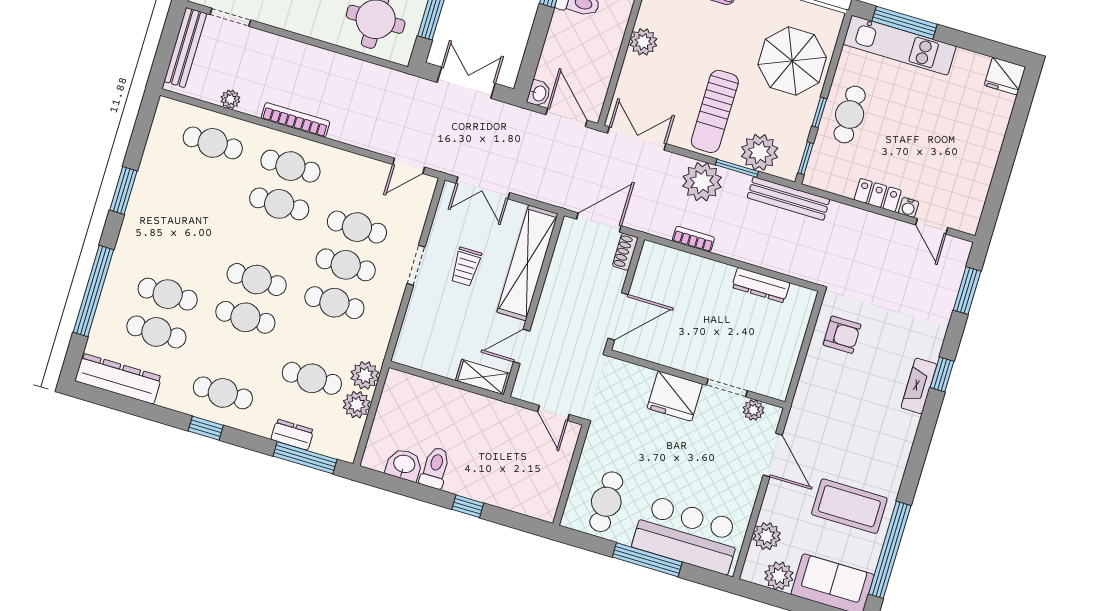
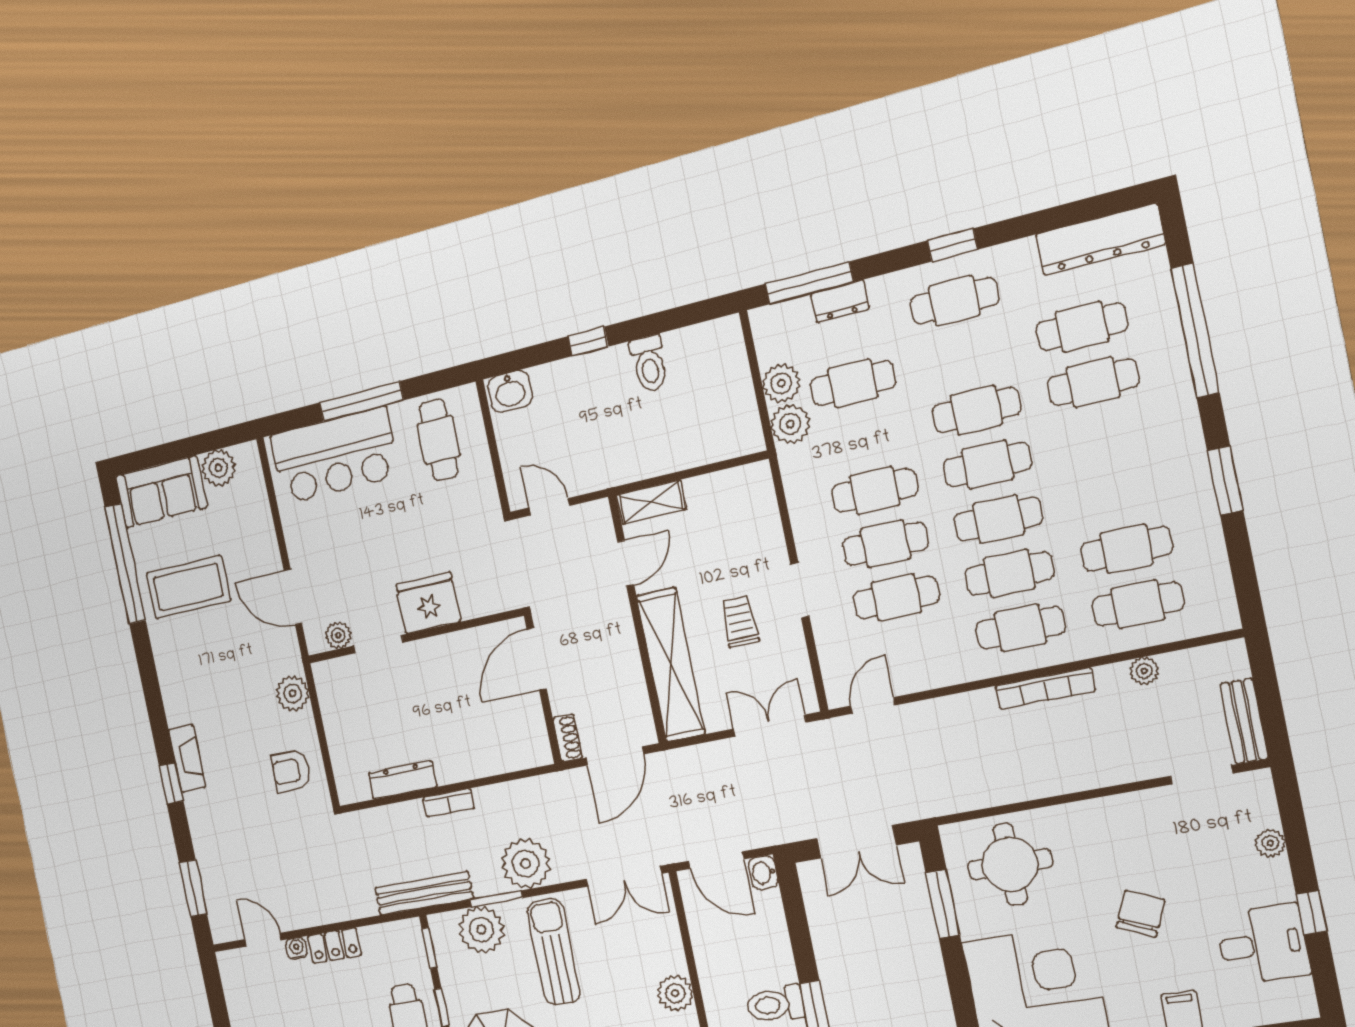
bench: (185, 48) -> (1244, 721), width x0.73
cafe table: (201, 181) -> (1127, 549), added
bookcase: (693, 239) -> (449, 803), moved
cafe table: (268, 242) -> (998, 519), added
washbasin: (404, 465) -> (510, 391), moved
plant: (767, 536) -> (293, 693), moved

